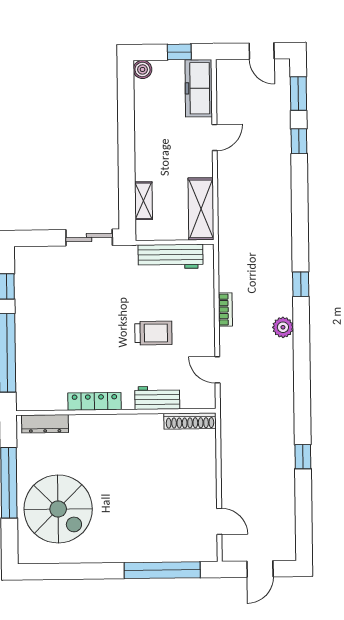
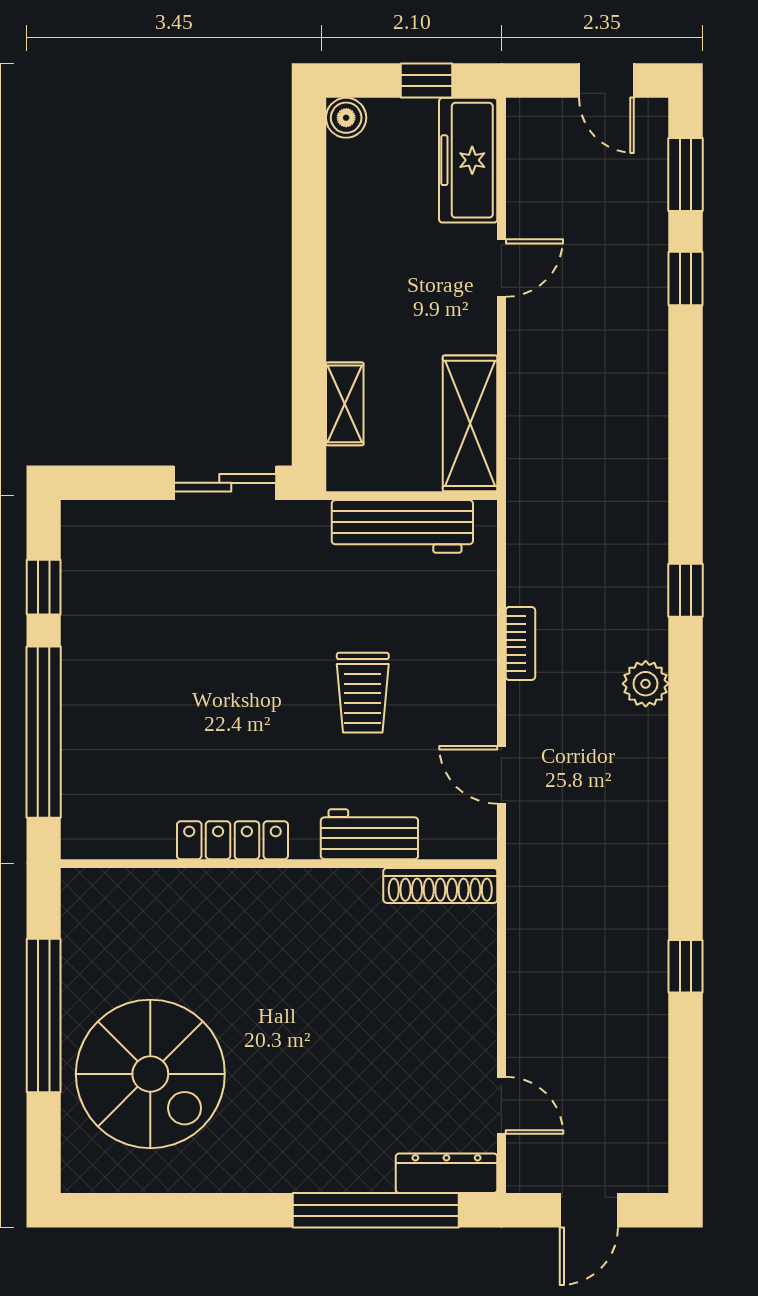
trolley: (153, 333) -> (363, 693), turned 90
dresser: (45, 424) -> (446, 1173), moved, turned 180

